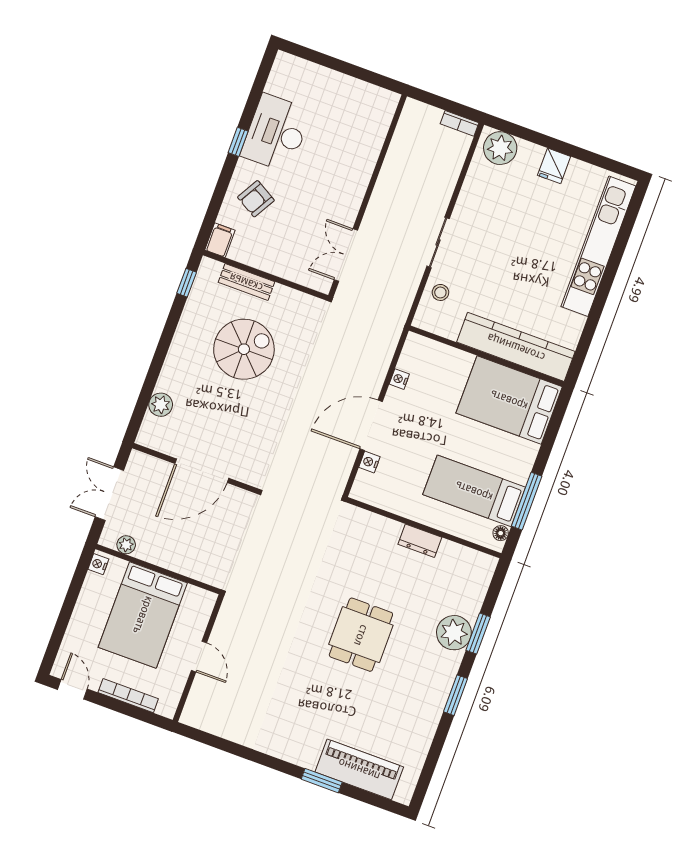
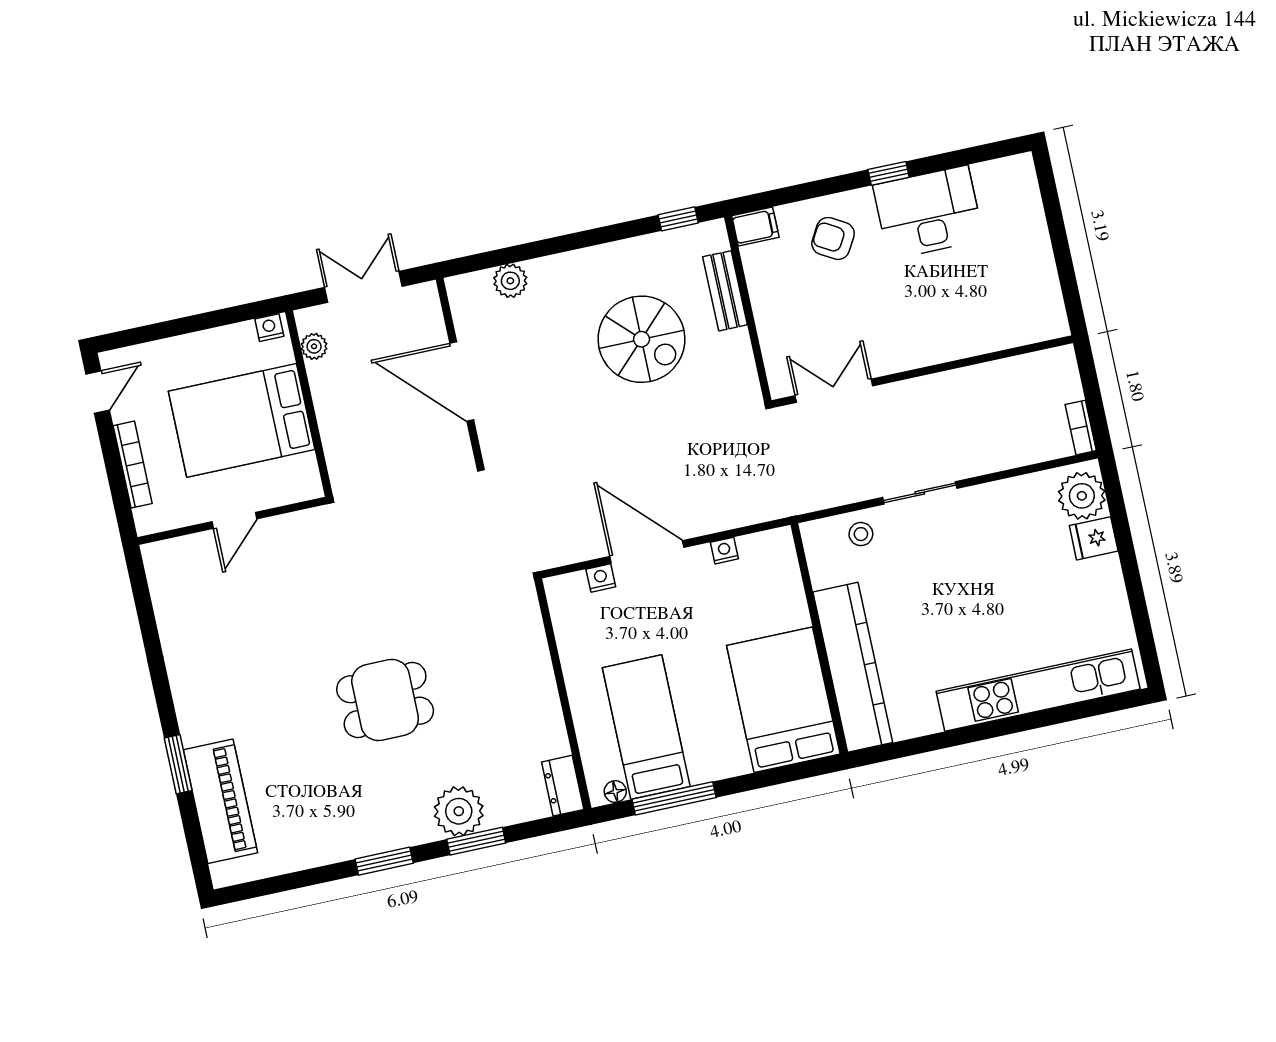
fridge: (554, 166) -> (1094, 538), moved
dresser: (420, 541) -> (563, 786), moved

